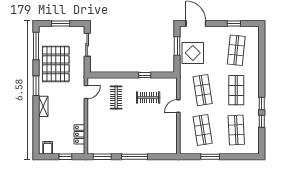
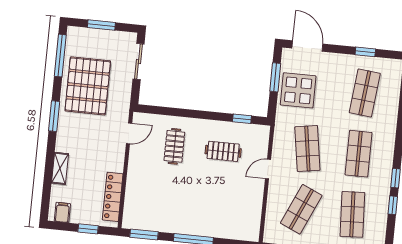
window: (145, 75) -> (242, 119), moved
shelving: (43, 106) -> (60, 168), moved
shop shelf: (203, 130) -> (301, 209), turned 33
locker: (79, 134) -> (113, 197), width x1.53

